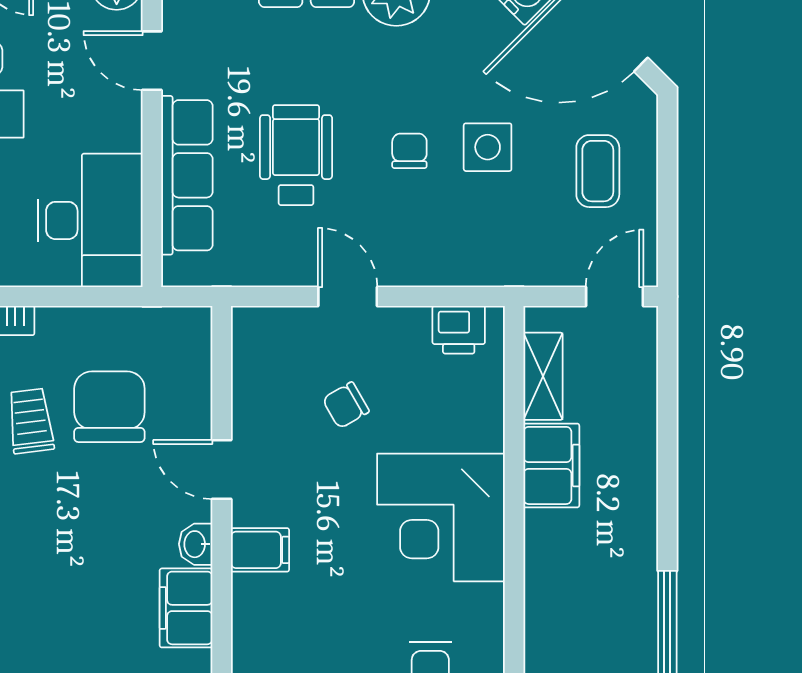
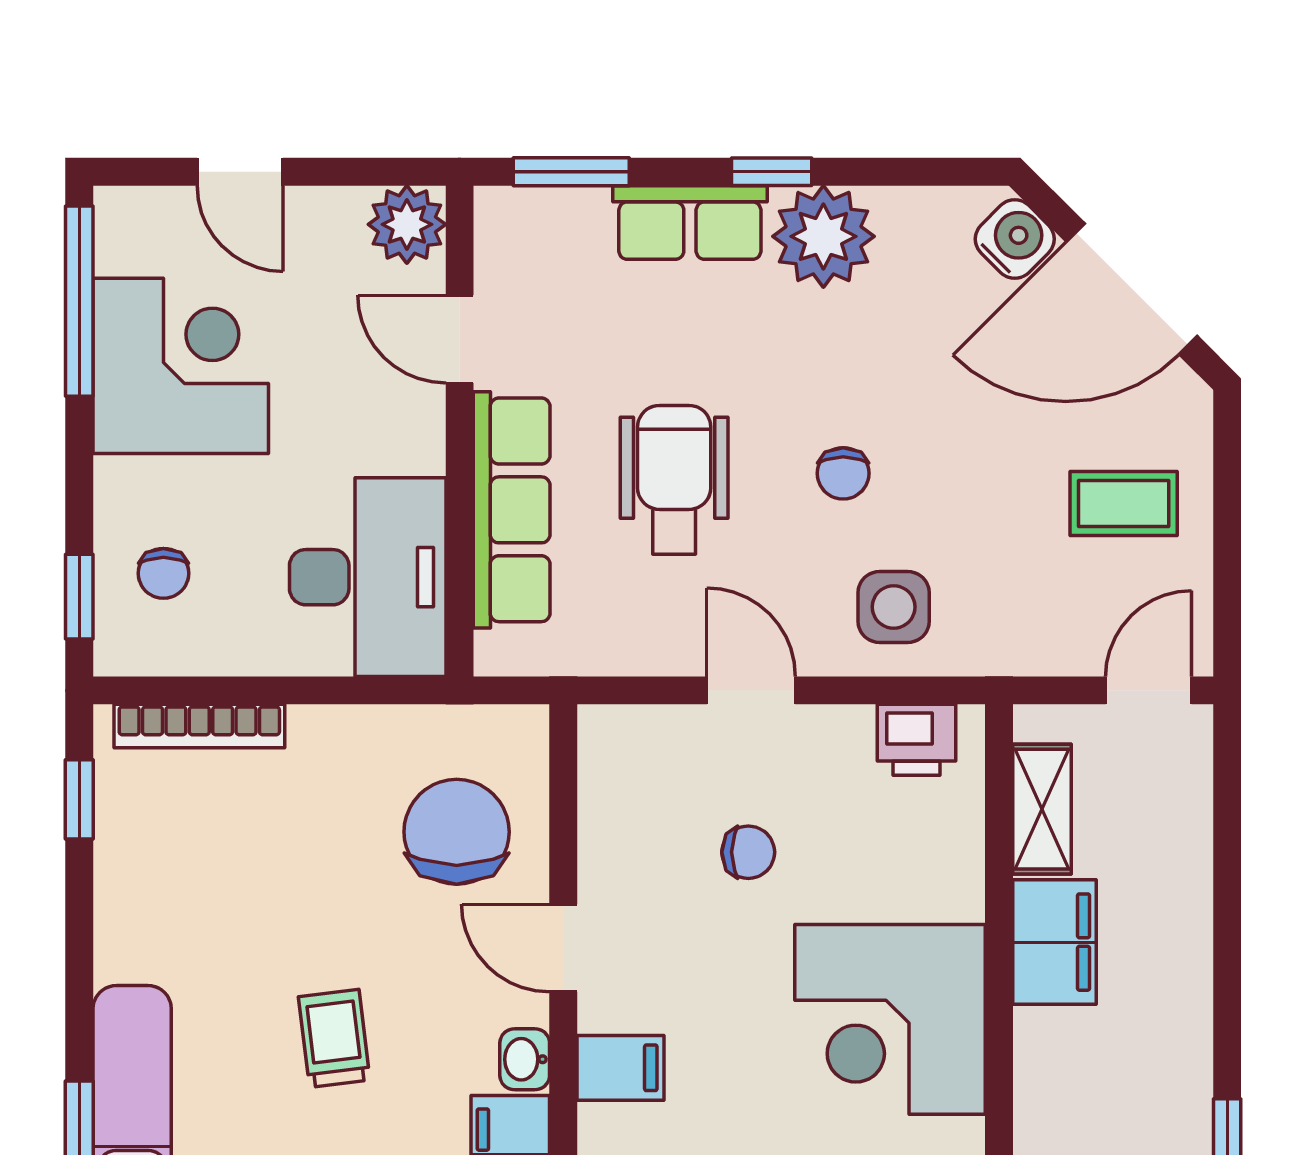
side table: (488, 147) -> (894, 607), moved
chair: (409, 151) -> (843, 473), turned 180
coffee table: (598, 171) -> (1124, 503), turned 90
chair: (346, 405) -> (748, 852), turned -150
chair: (109, 407) -> (457, 832), moved
trolley: (31, 421) -> (334, 1038), moved

